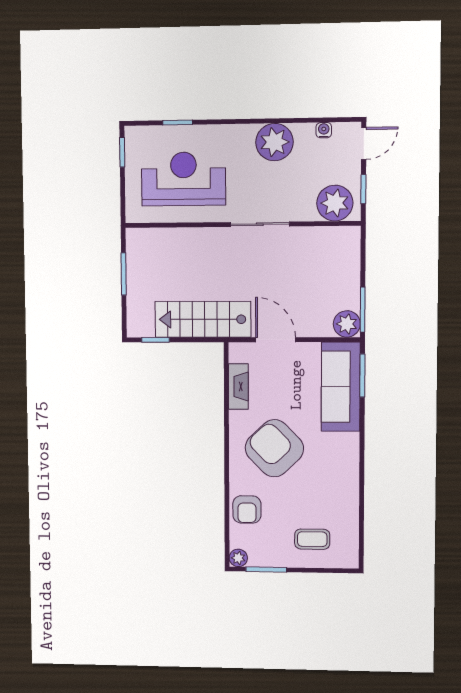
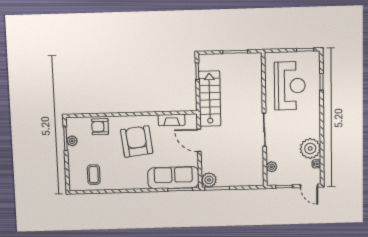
plant: (275, 142) -> (310, 148), moved
plant: (335, 203) -> (272, 167), width x0.53, depth x0.53
door: (276, 340) -> (199, 140), swing flipped
armchair: (274, 448) -> (137, 141), turned -53
coffee table: (312, 539) -> (94, 175), moved
plant: (238, 558) -> (72, 141), moved

